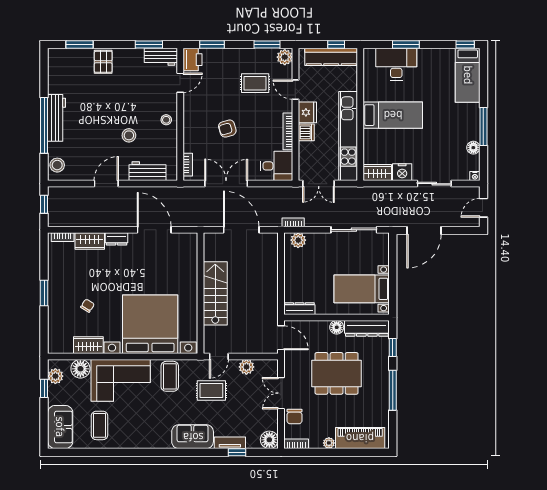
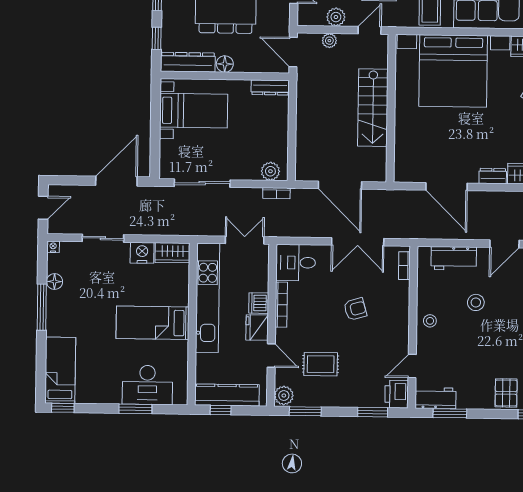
plant: (252, 348) -> (329, 41), added

